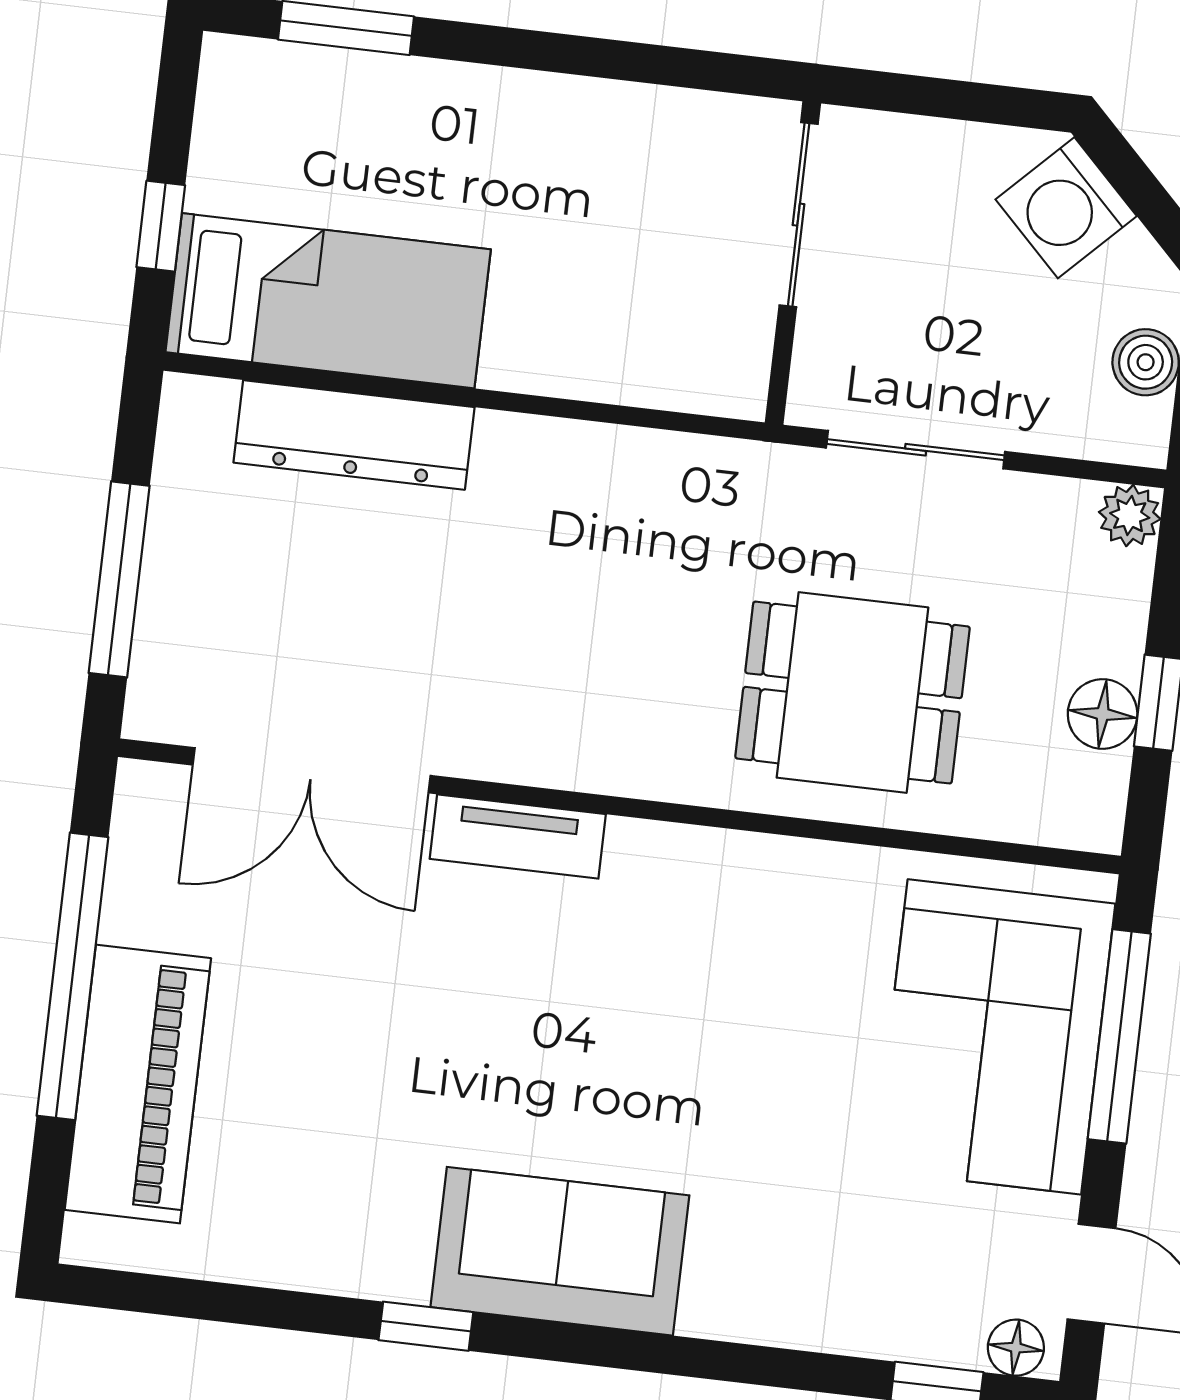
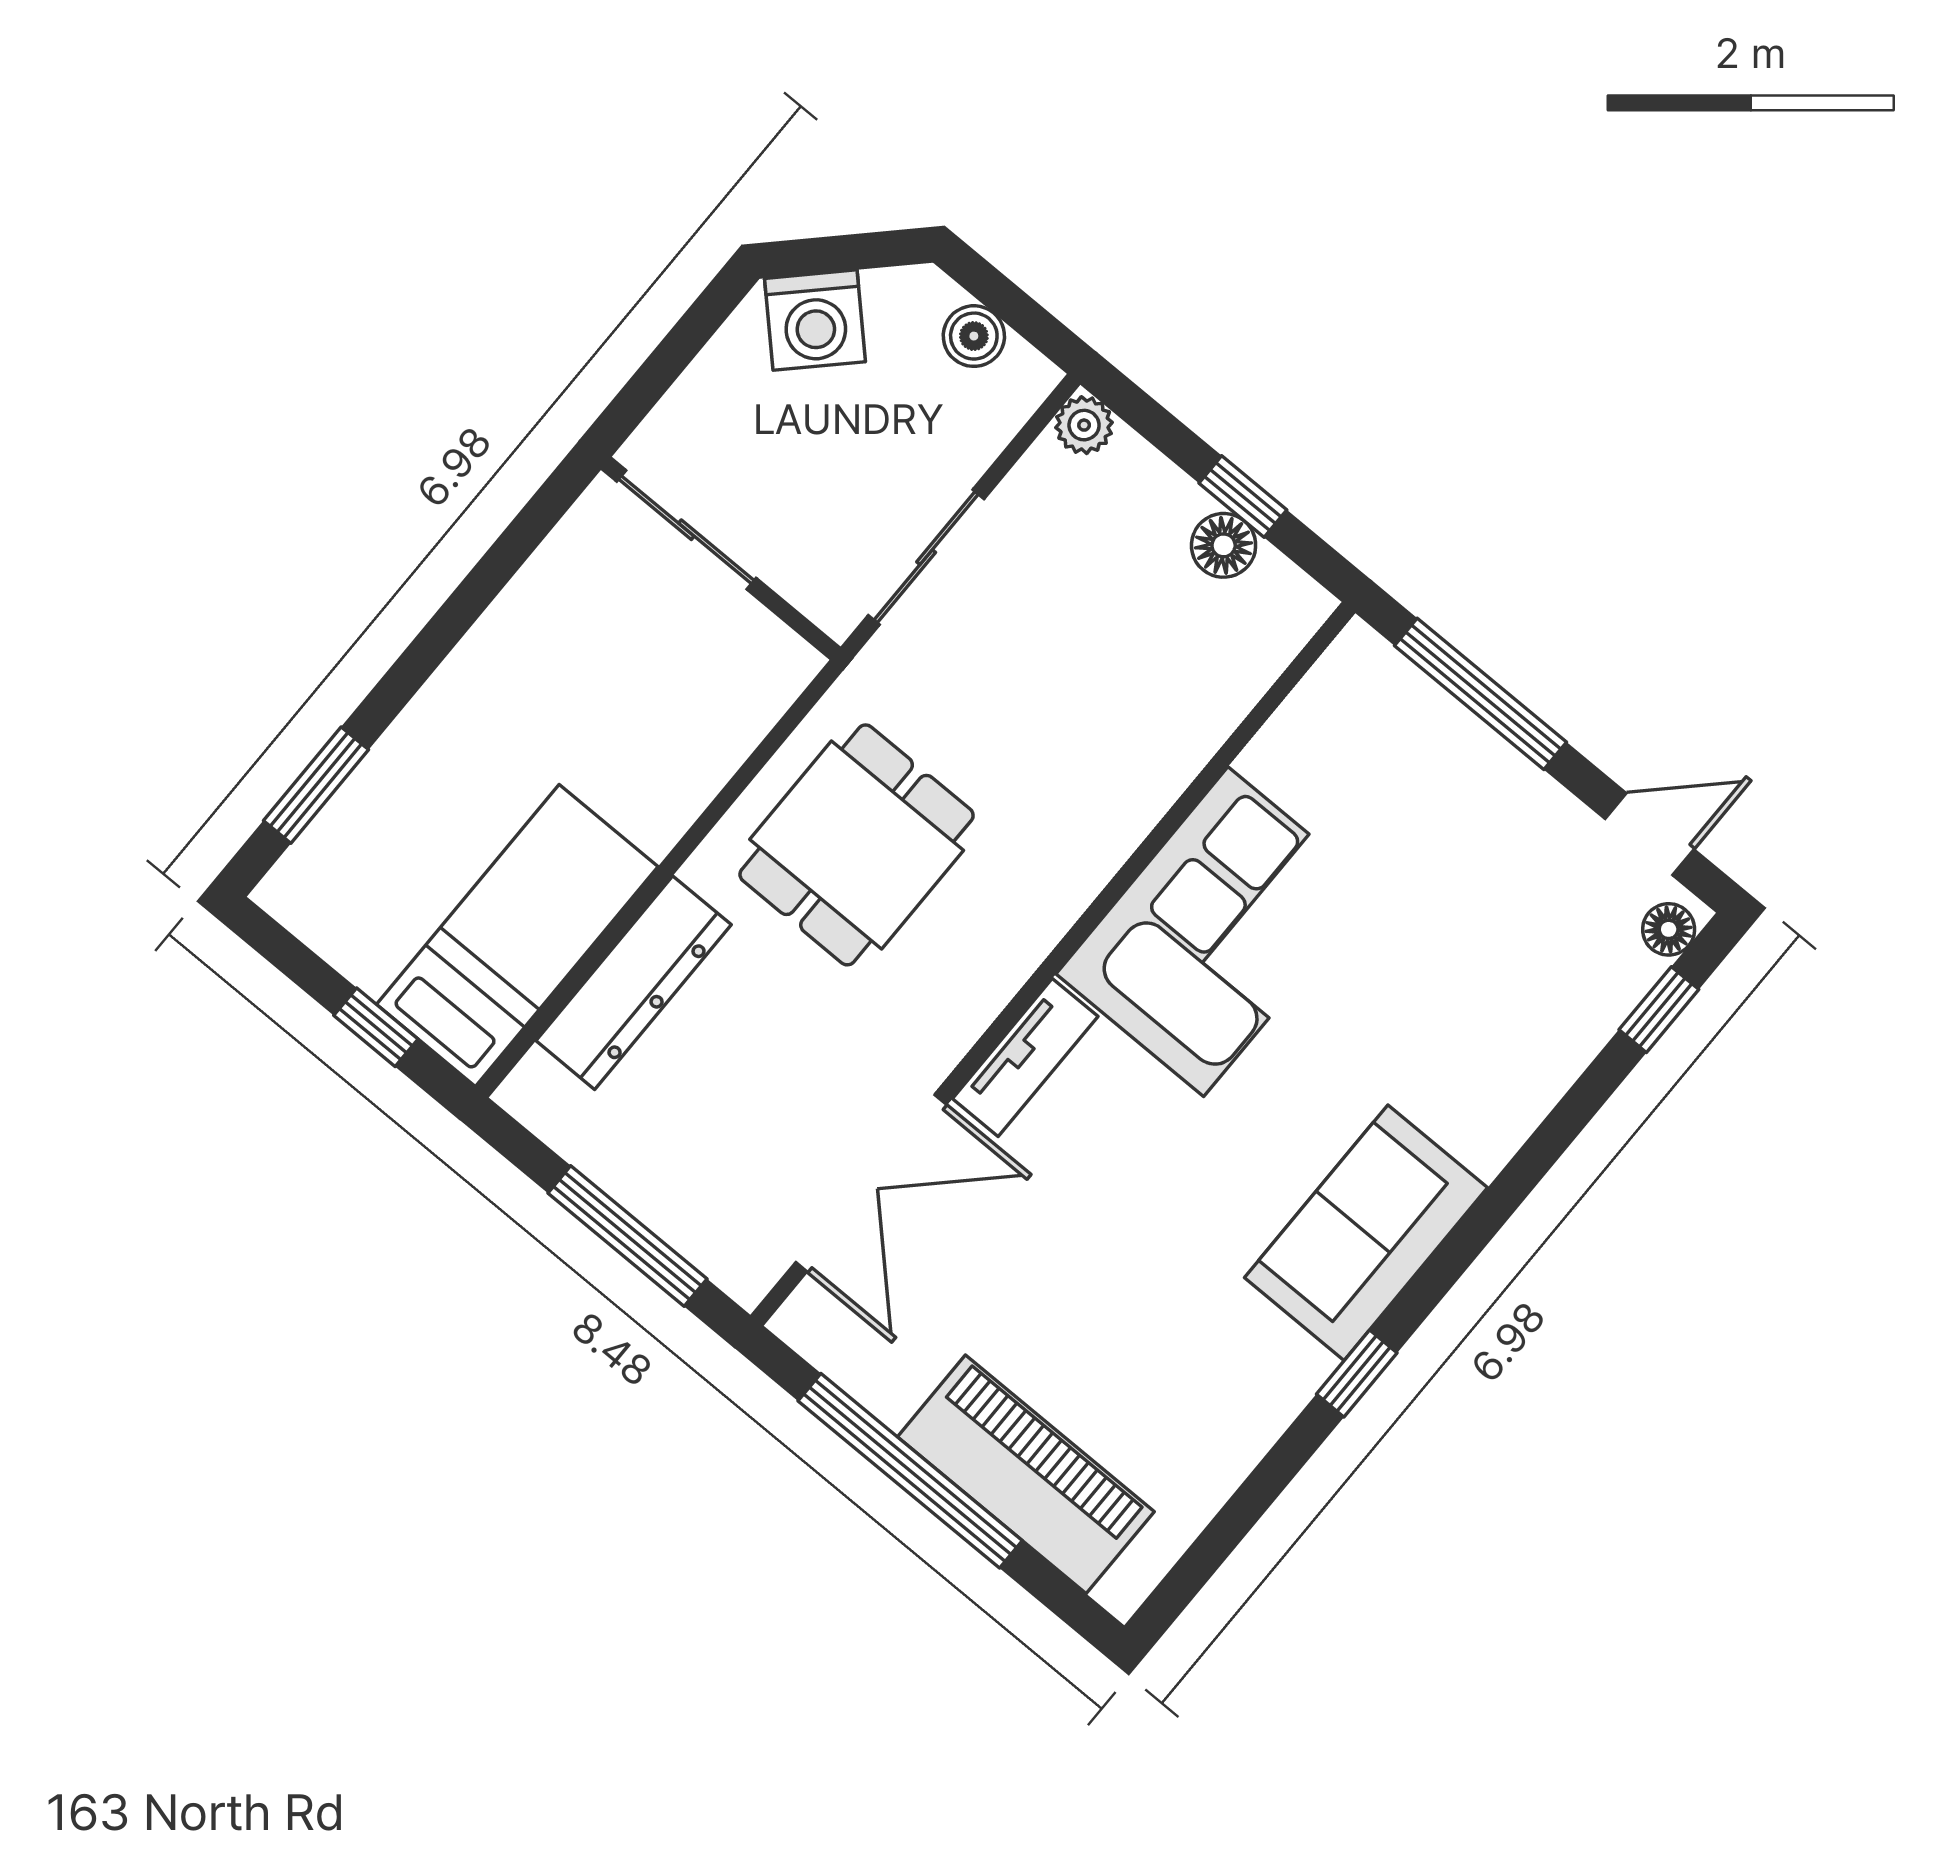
dining table: (853, 693) -> (857, 845), moved
corner sofa: (994, 1037) -> (1216, 932), moved, turned -90

